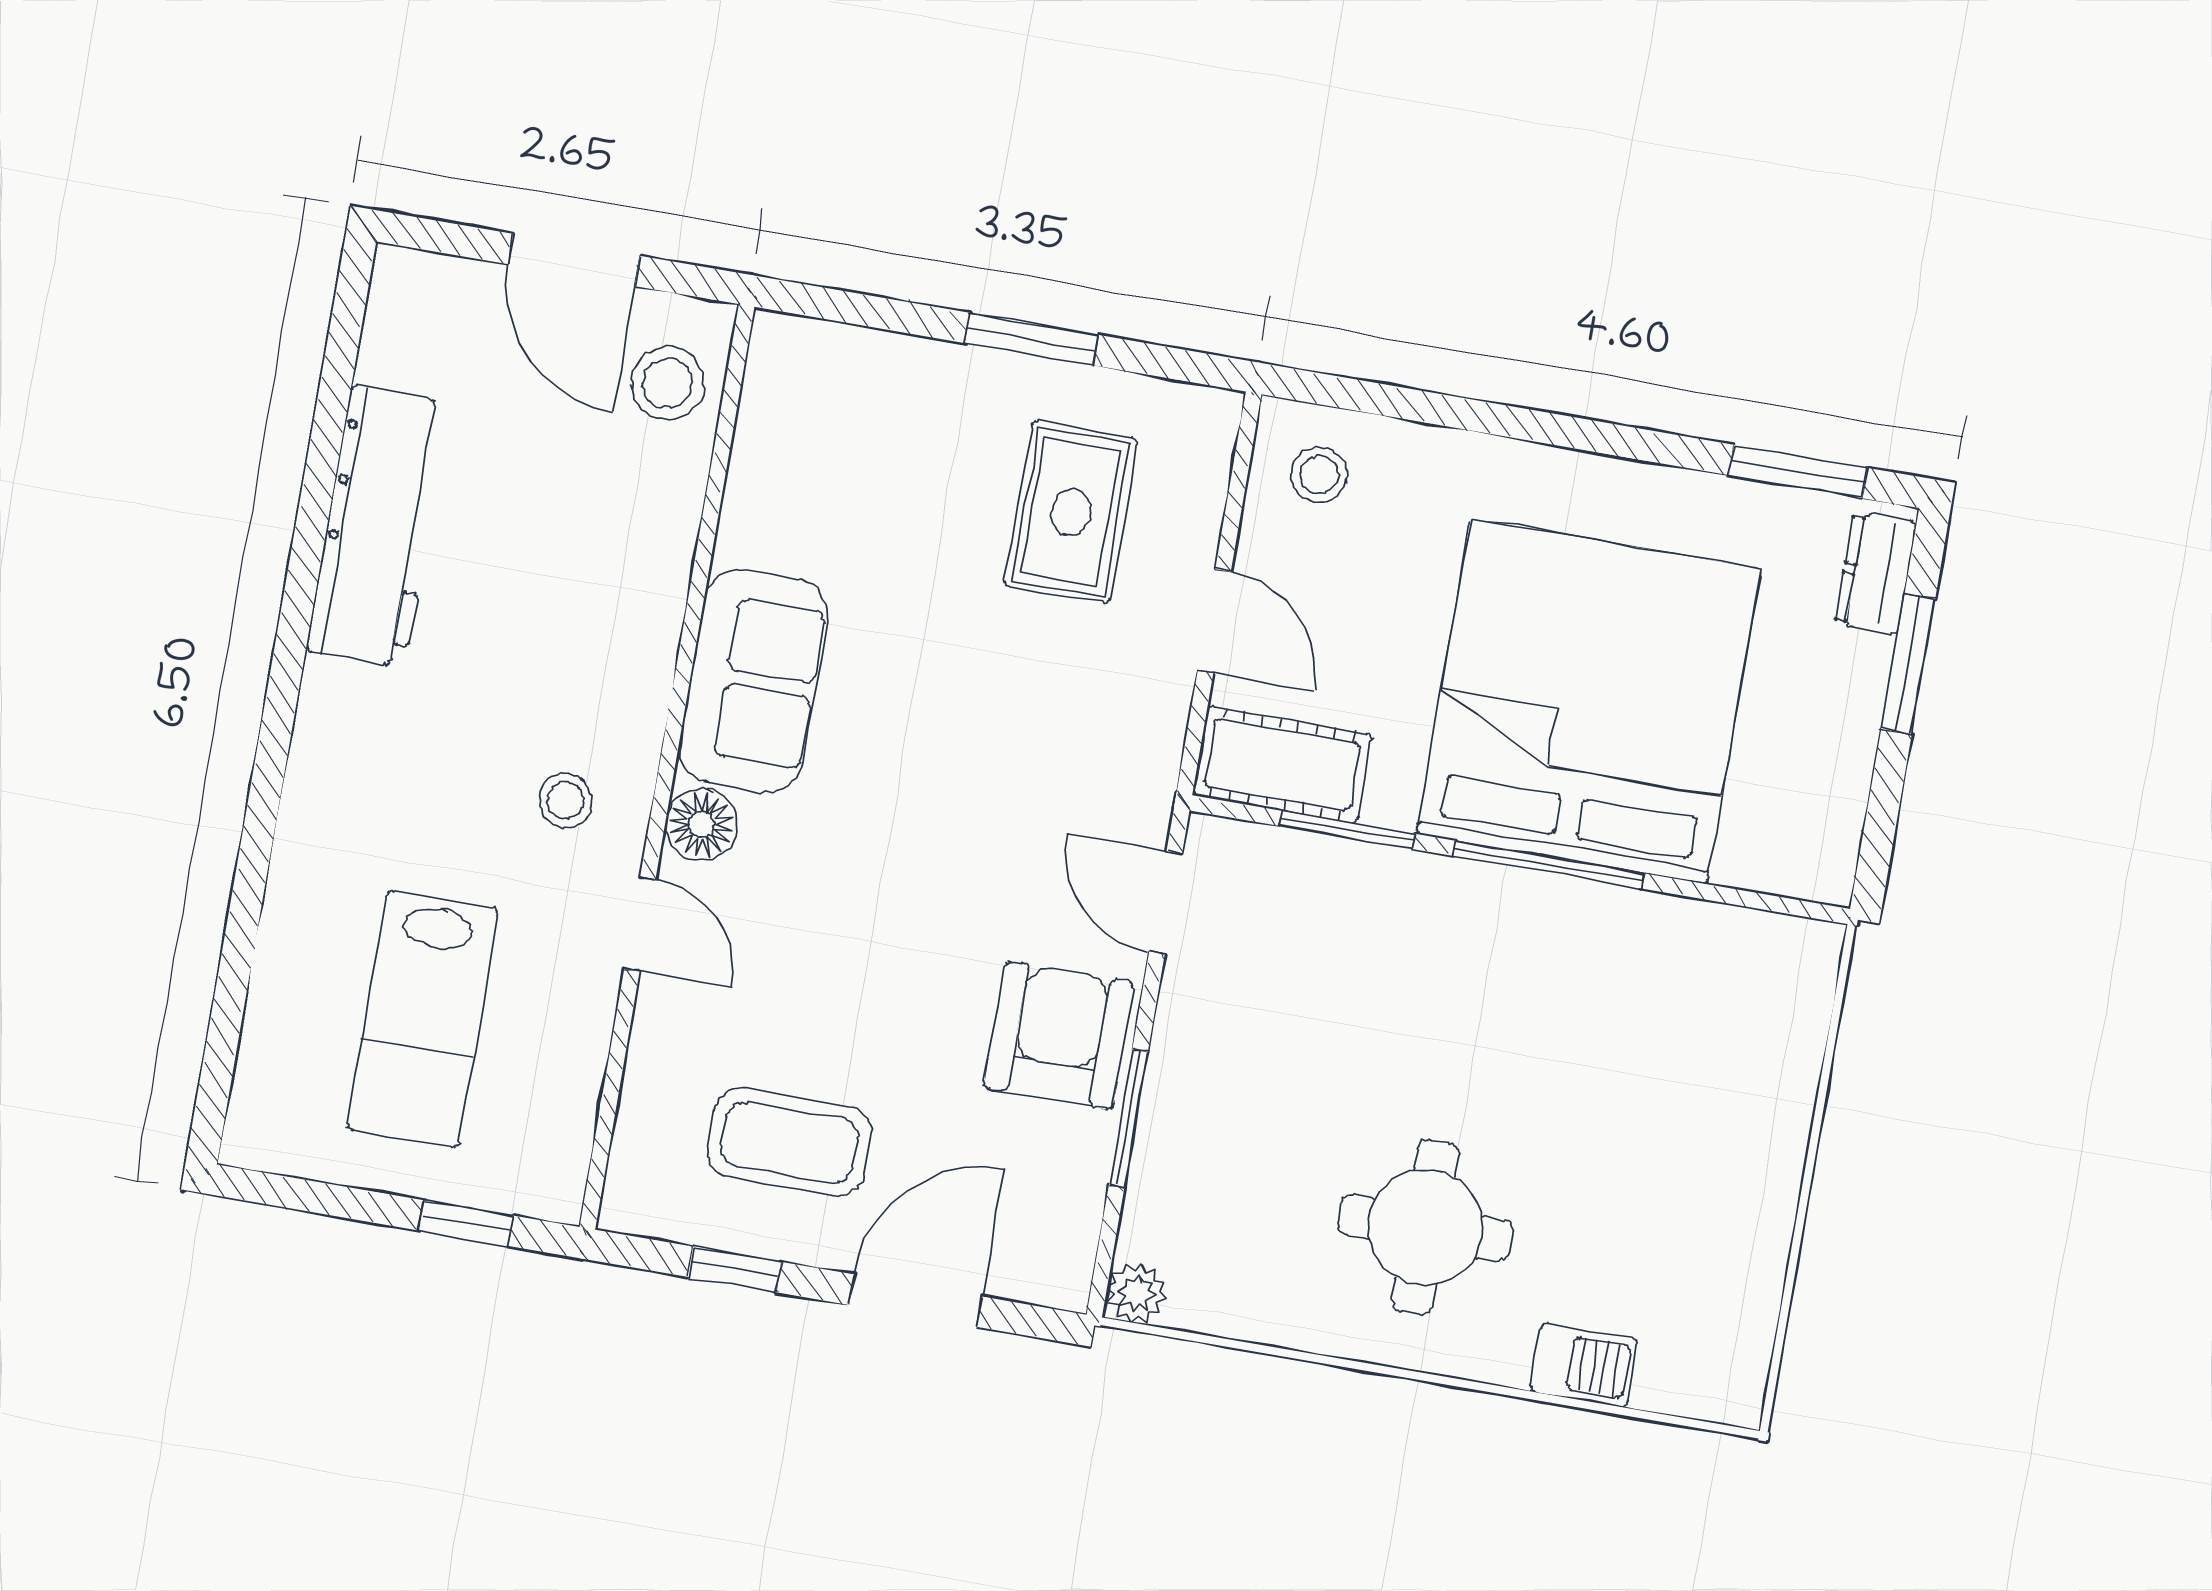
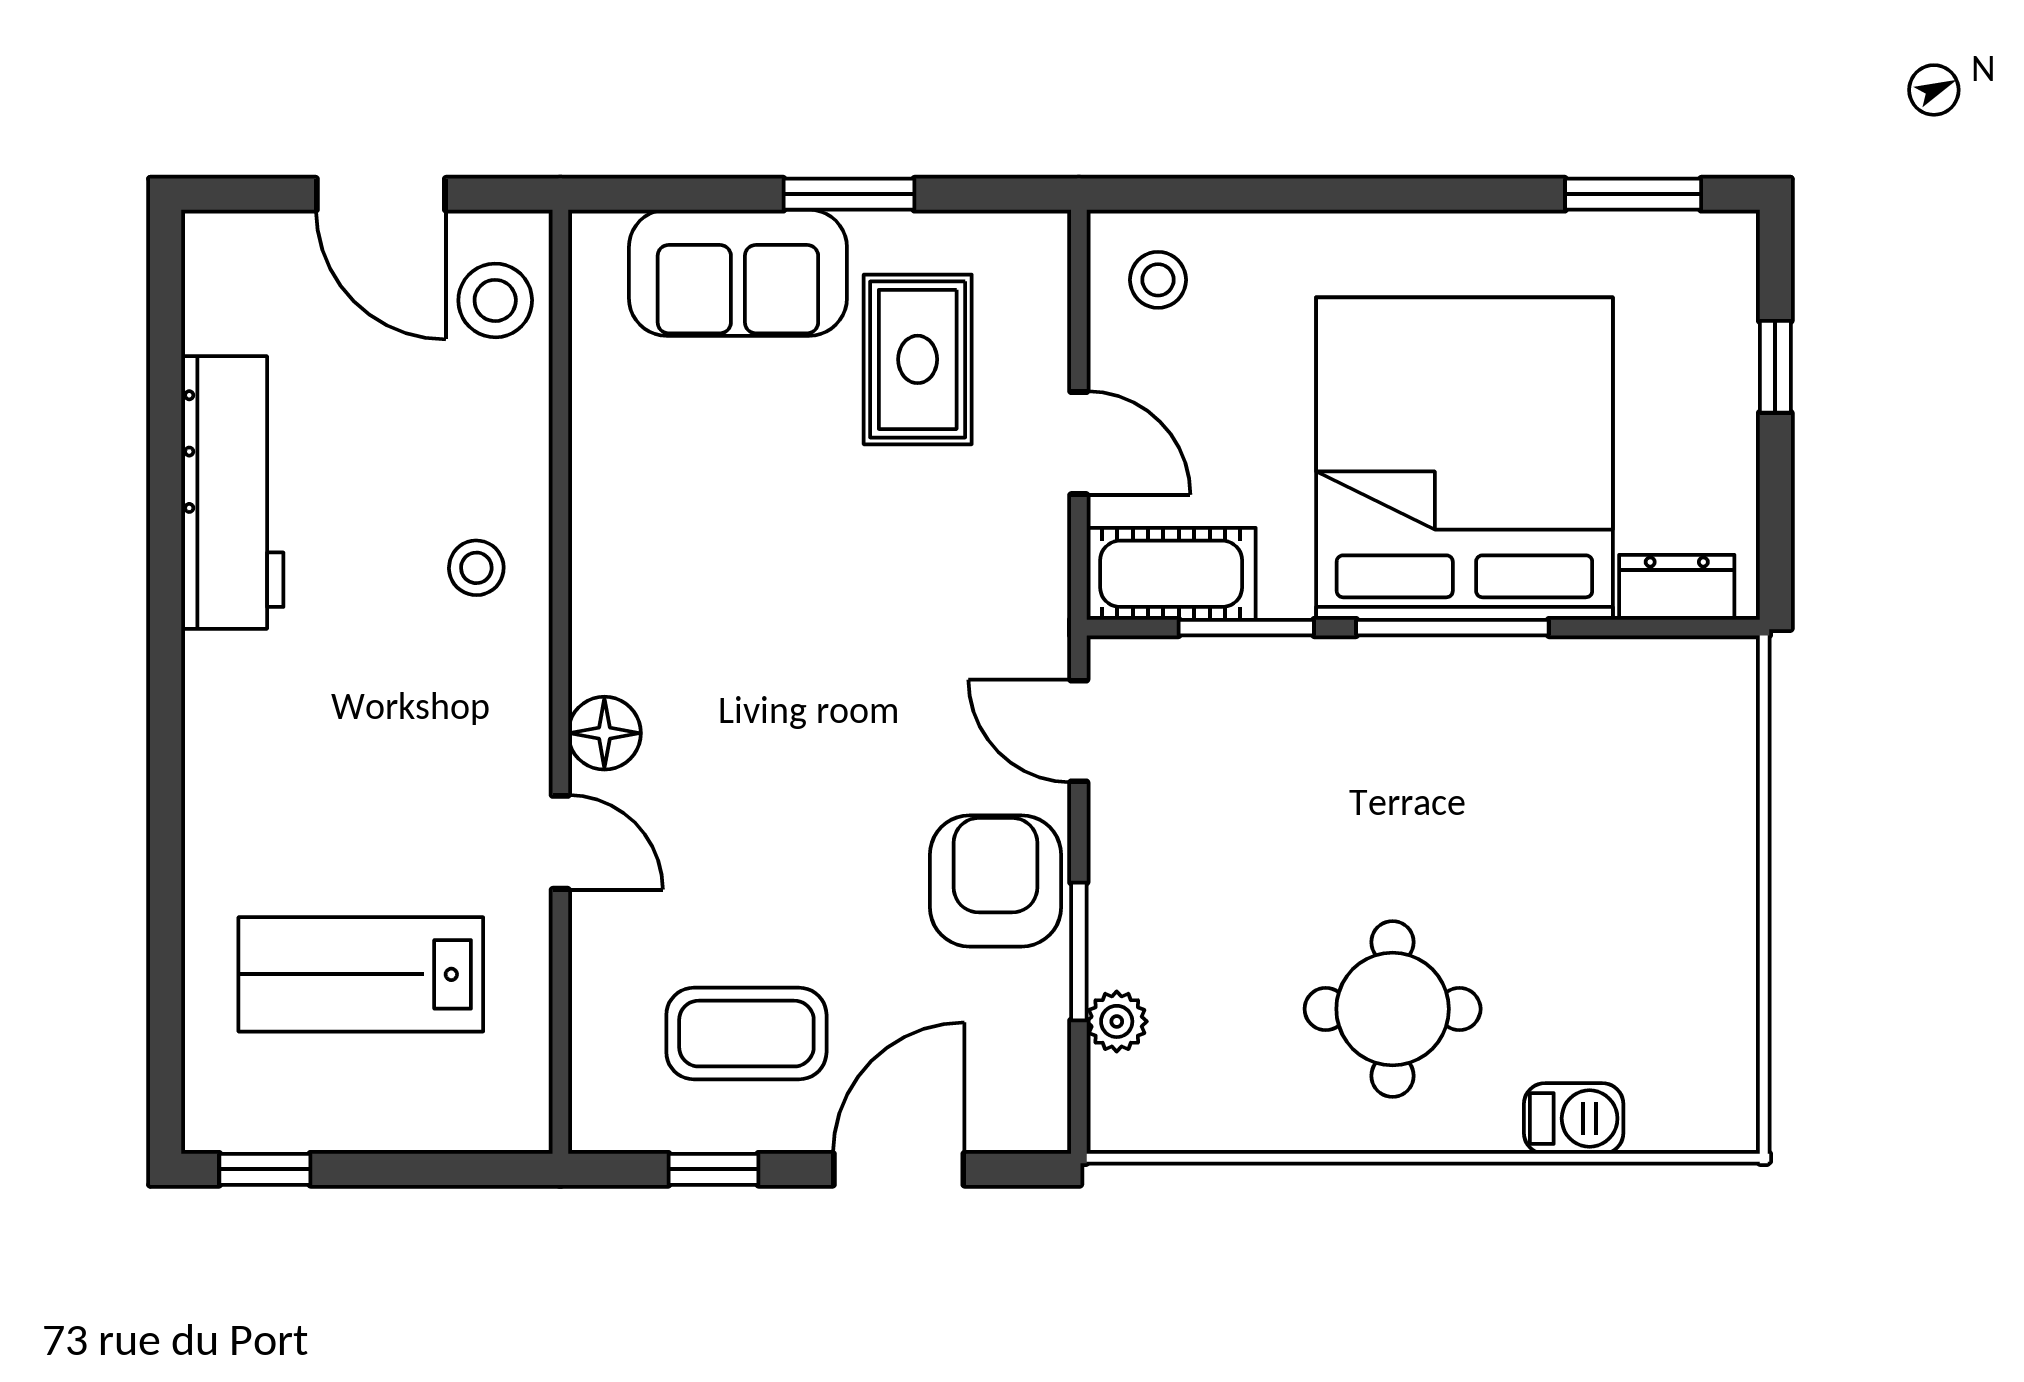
dresser: (1875, 573) -> (1677, 587), moved, turned 90
window: (1908, 664) -> (1775, 367), width x0.67
sofa: (753, 681) -> (738, 273), moved, turned 90
stool: (565, 800) -> (476, 568), moved
lab bench: (423, 1019) -> (361, 974), turned 90
window: (466, 1223) -> (265, 1169), moved
plant: (1136, 1293) -> (1117, 1021), moved

